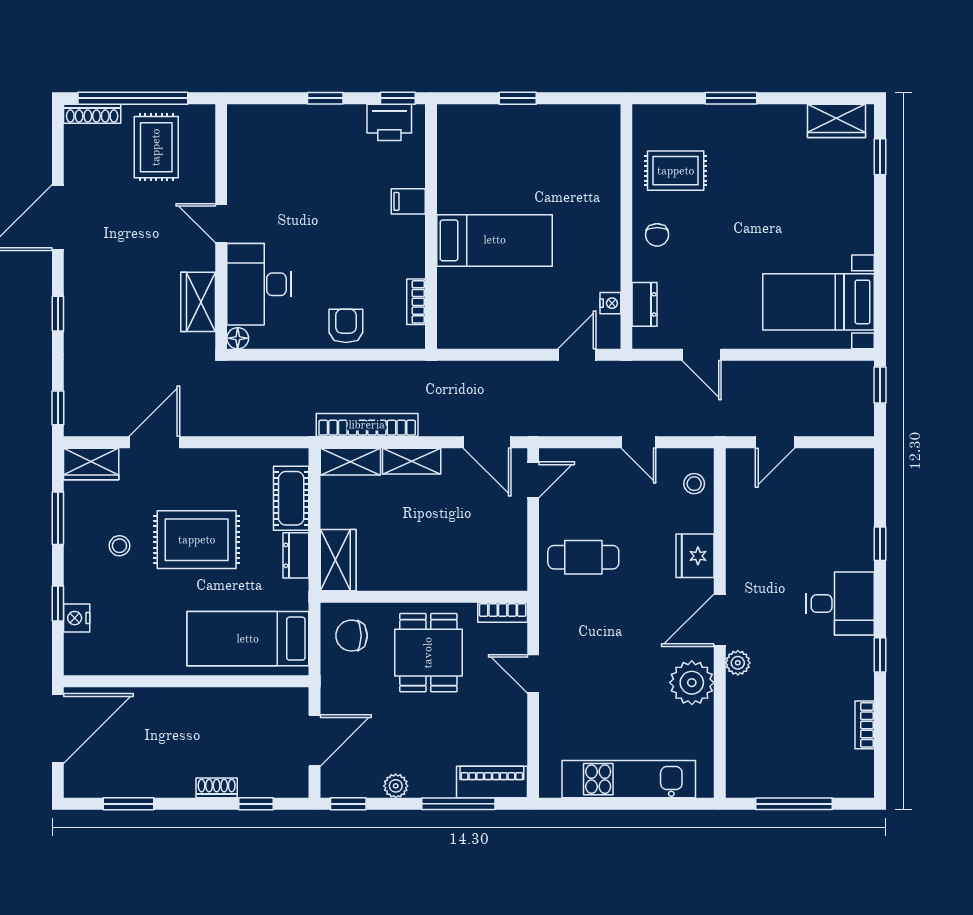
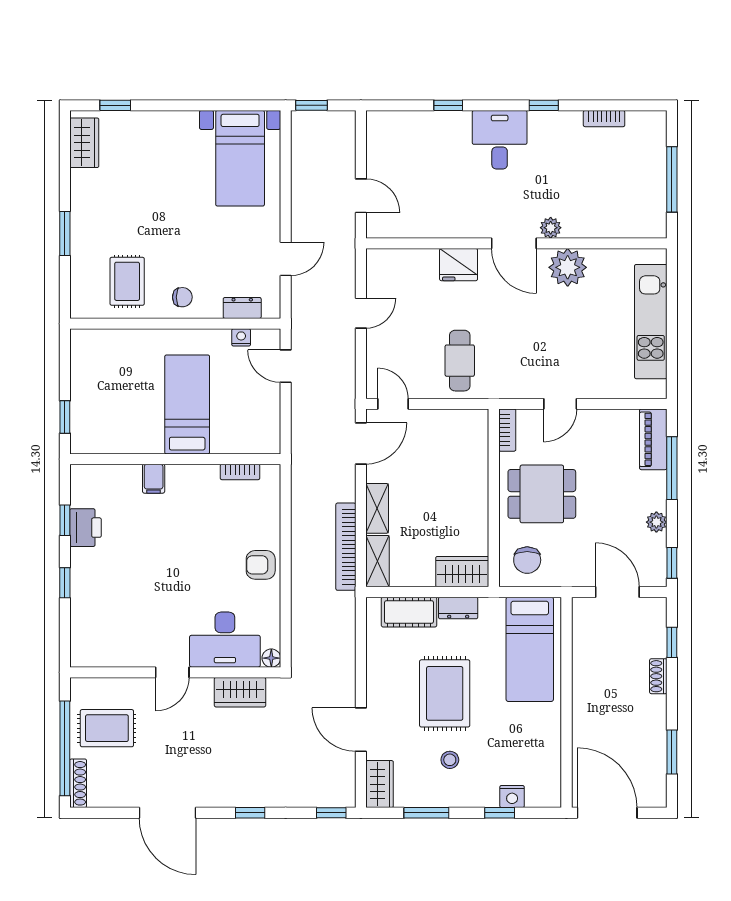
filing cabinet: (408, 201) -> (154, 479), moved
wall: (431, 226) -> (175, 459), moved
bed: (495, 240) -> (187, 404), moved
bookcase: (416, 302) -> (240, 472), moved
stool: (694, 484) -> (396, 265), removed

